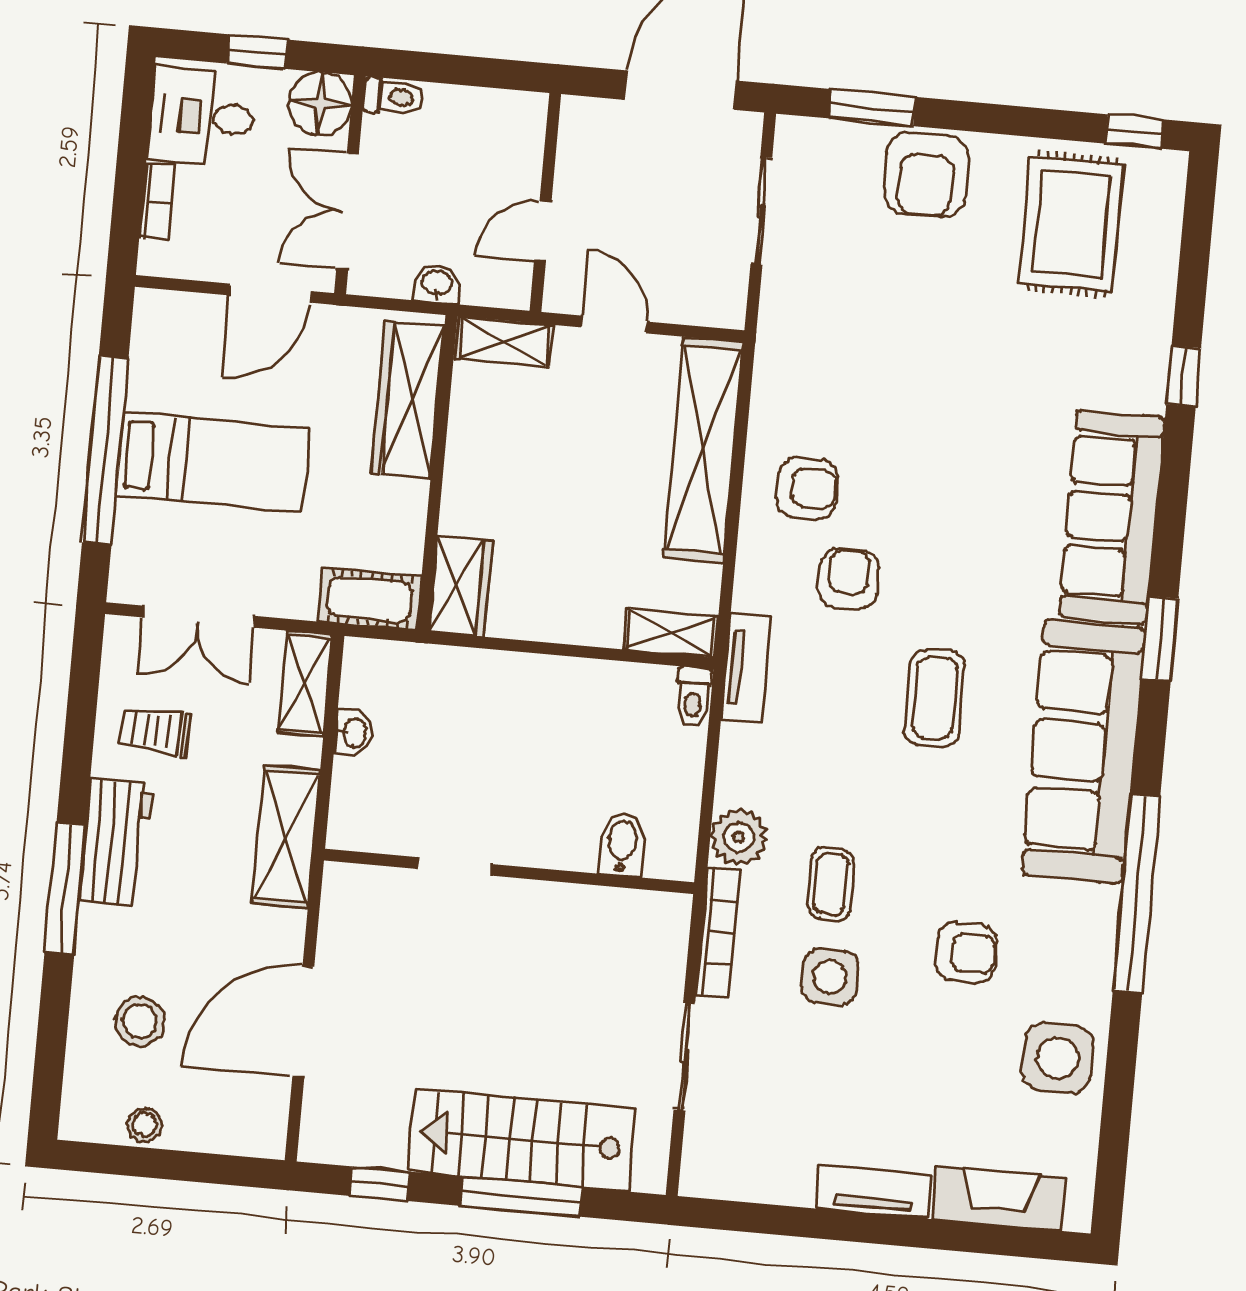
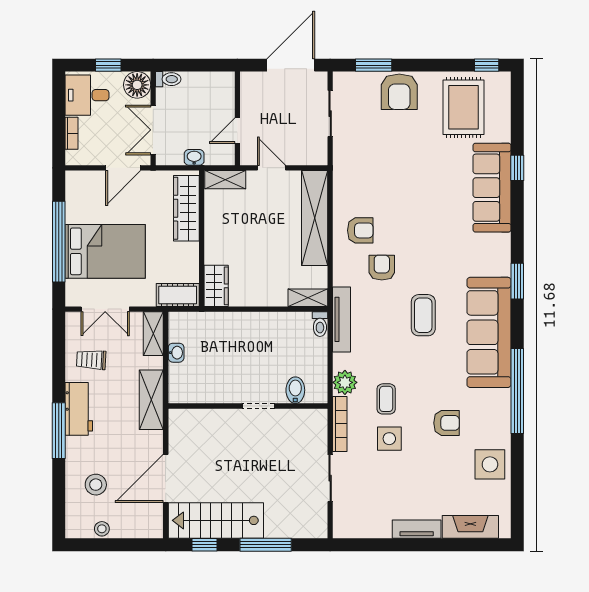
bed: (213, 462) -> (105, 251), width x1.50
sofa: (1112, 517) -> (492, 188), moved
tv unit: (746, 668) -> (341, 319), width x1.41
doorway: (454, 866) -> (258, 406), moved
stairs: (521, 1140) -> (216, 520), moved

